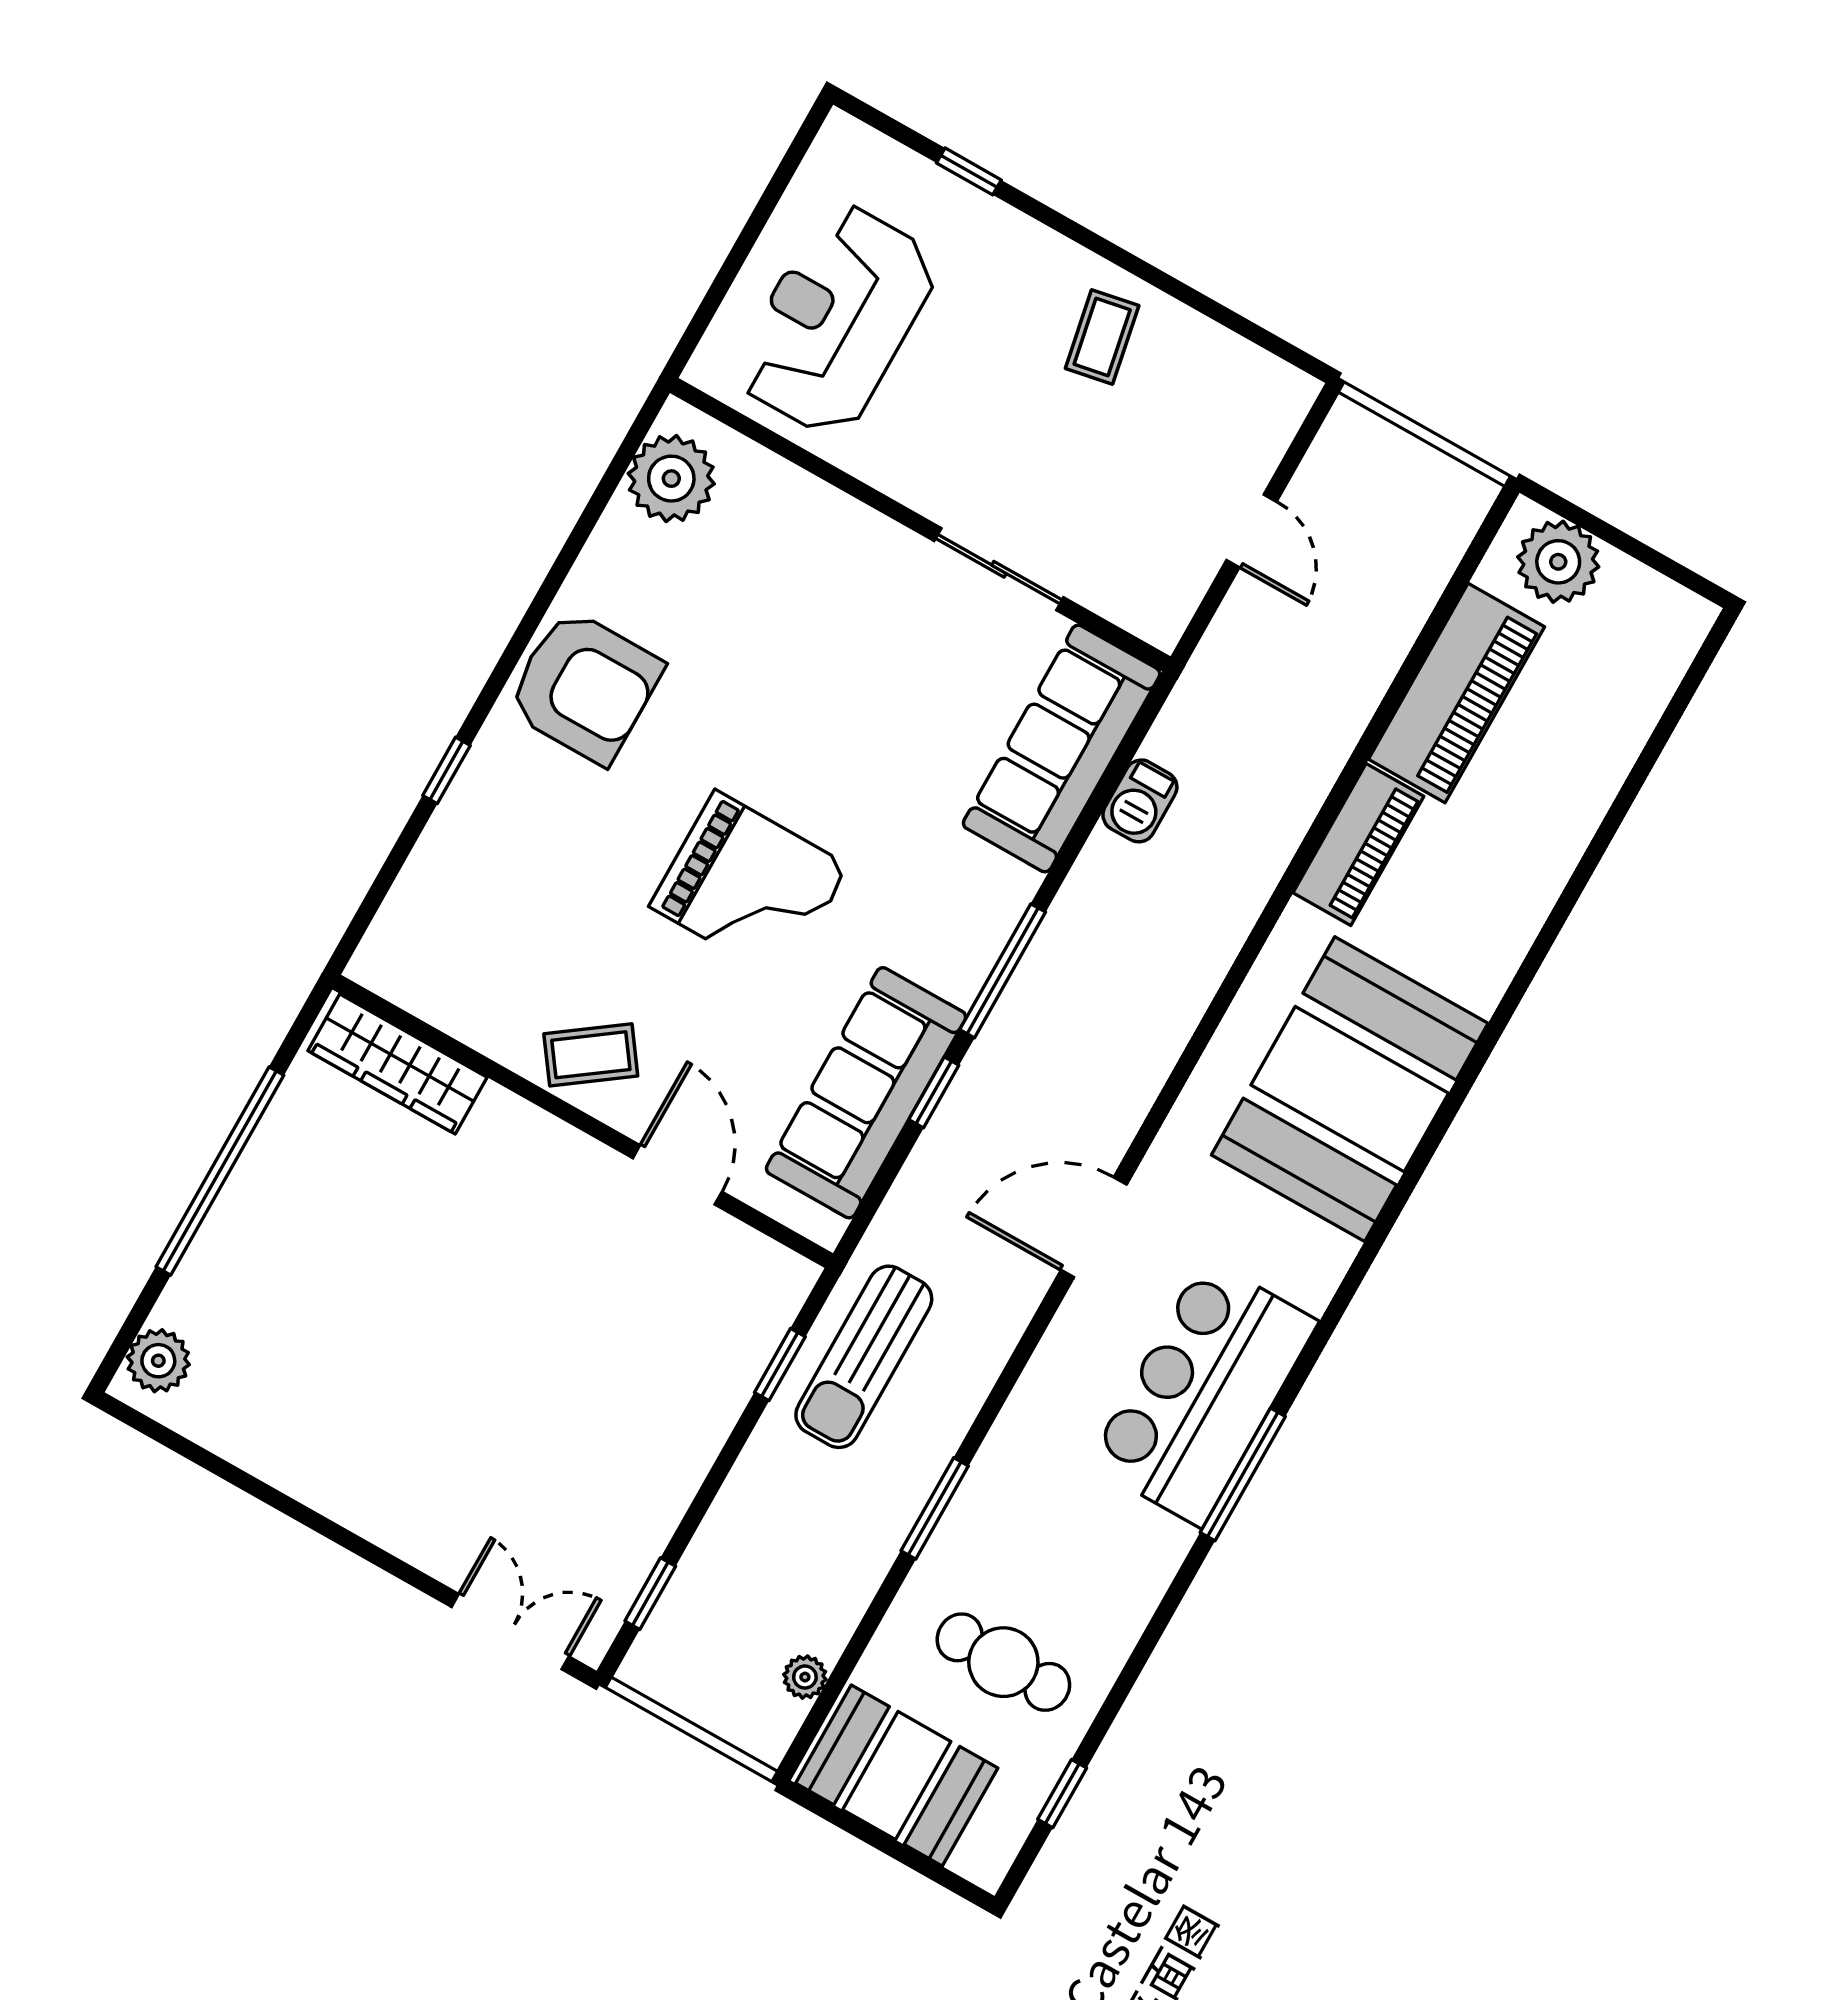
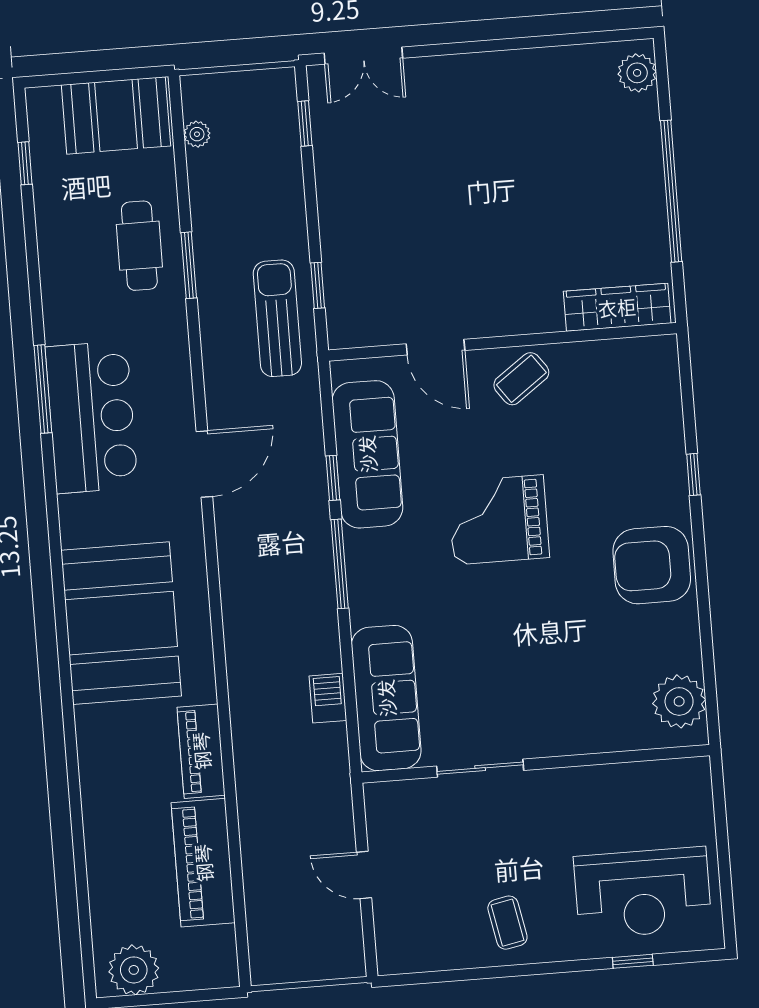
reception desk: (836, 319) -> (643, 893), moved, turned 90
plant: (1558, 562) -> (134, 970), moved
cafe table: (1003, 1662) -> (139, 246), moved, turned 90

